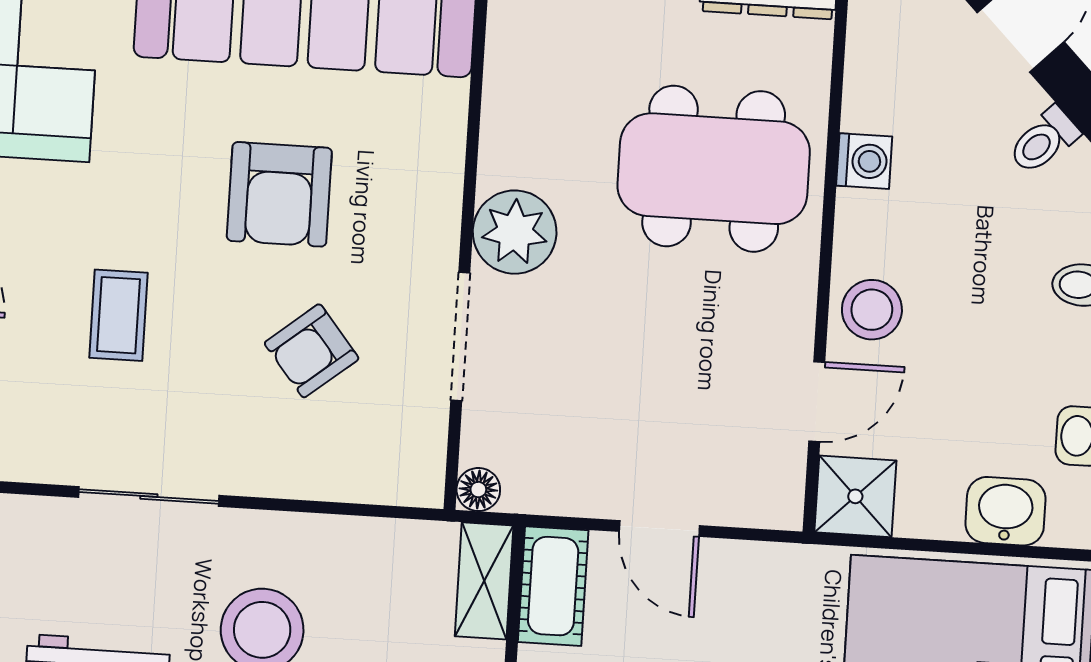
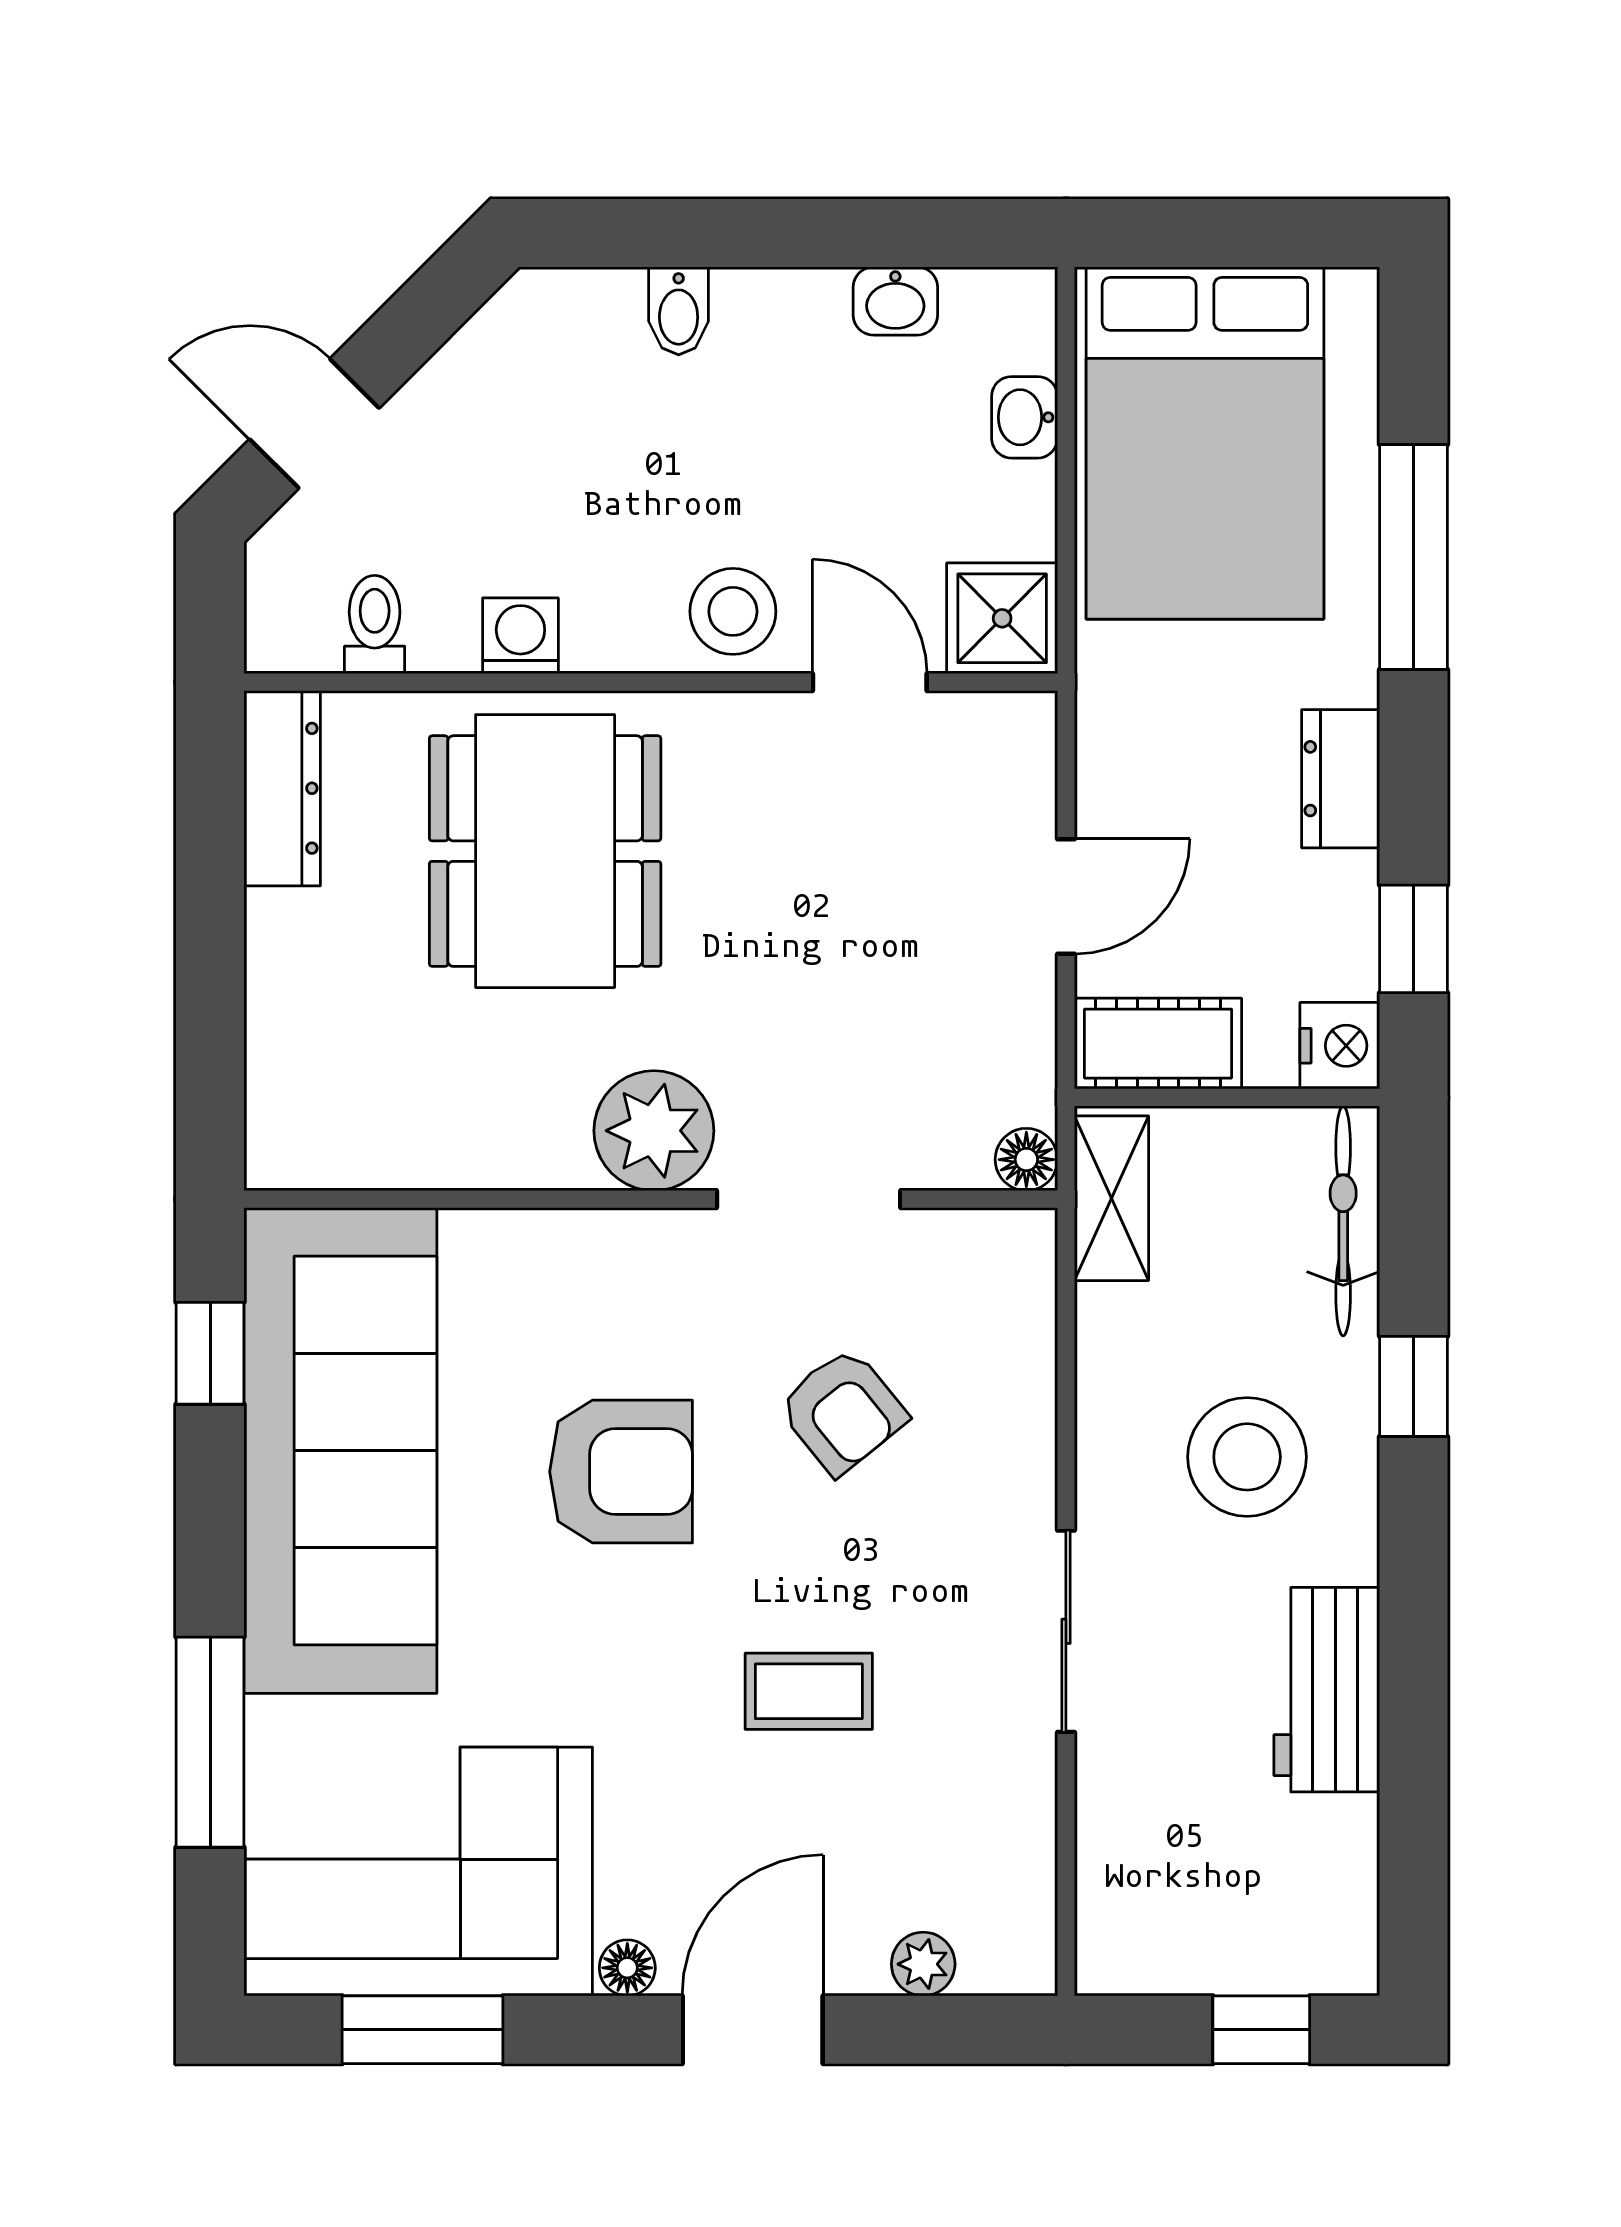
toilet: (1044, 141) -> (375, 625), moved, turned -135
washbasin: (1005, 511) -> (1025, 417), width x0.72, depth x0.69
shelving: (484, 581) -> (1112, 1198), moved, turned 90

